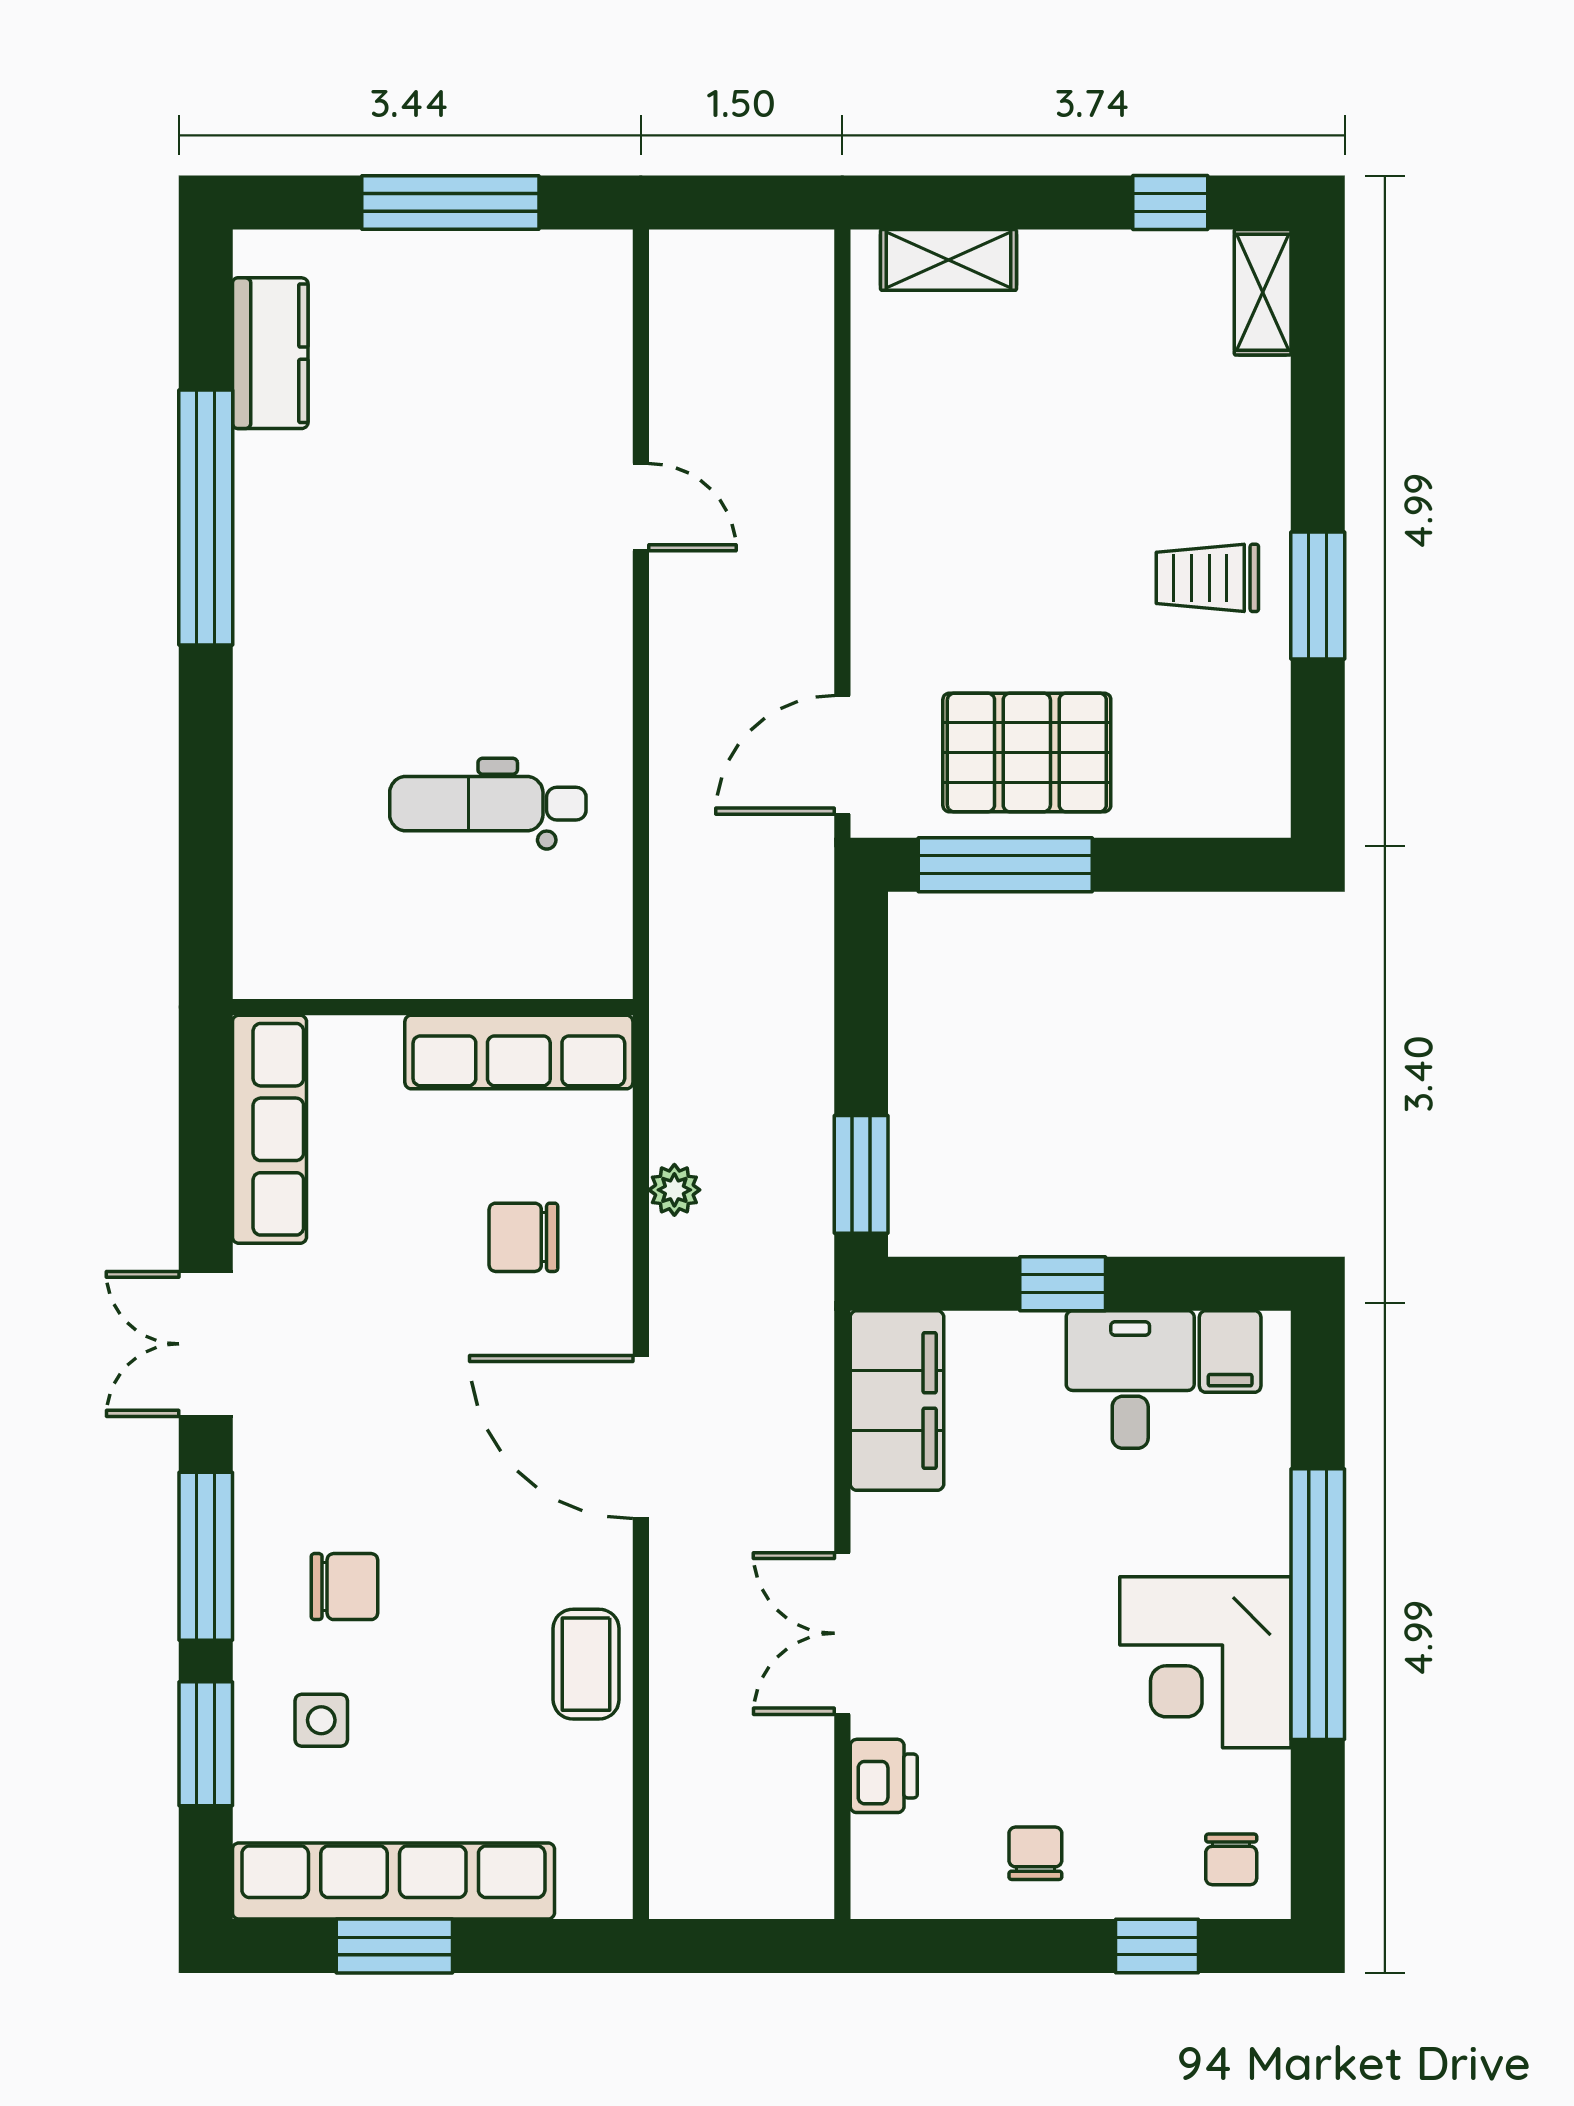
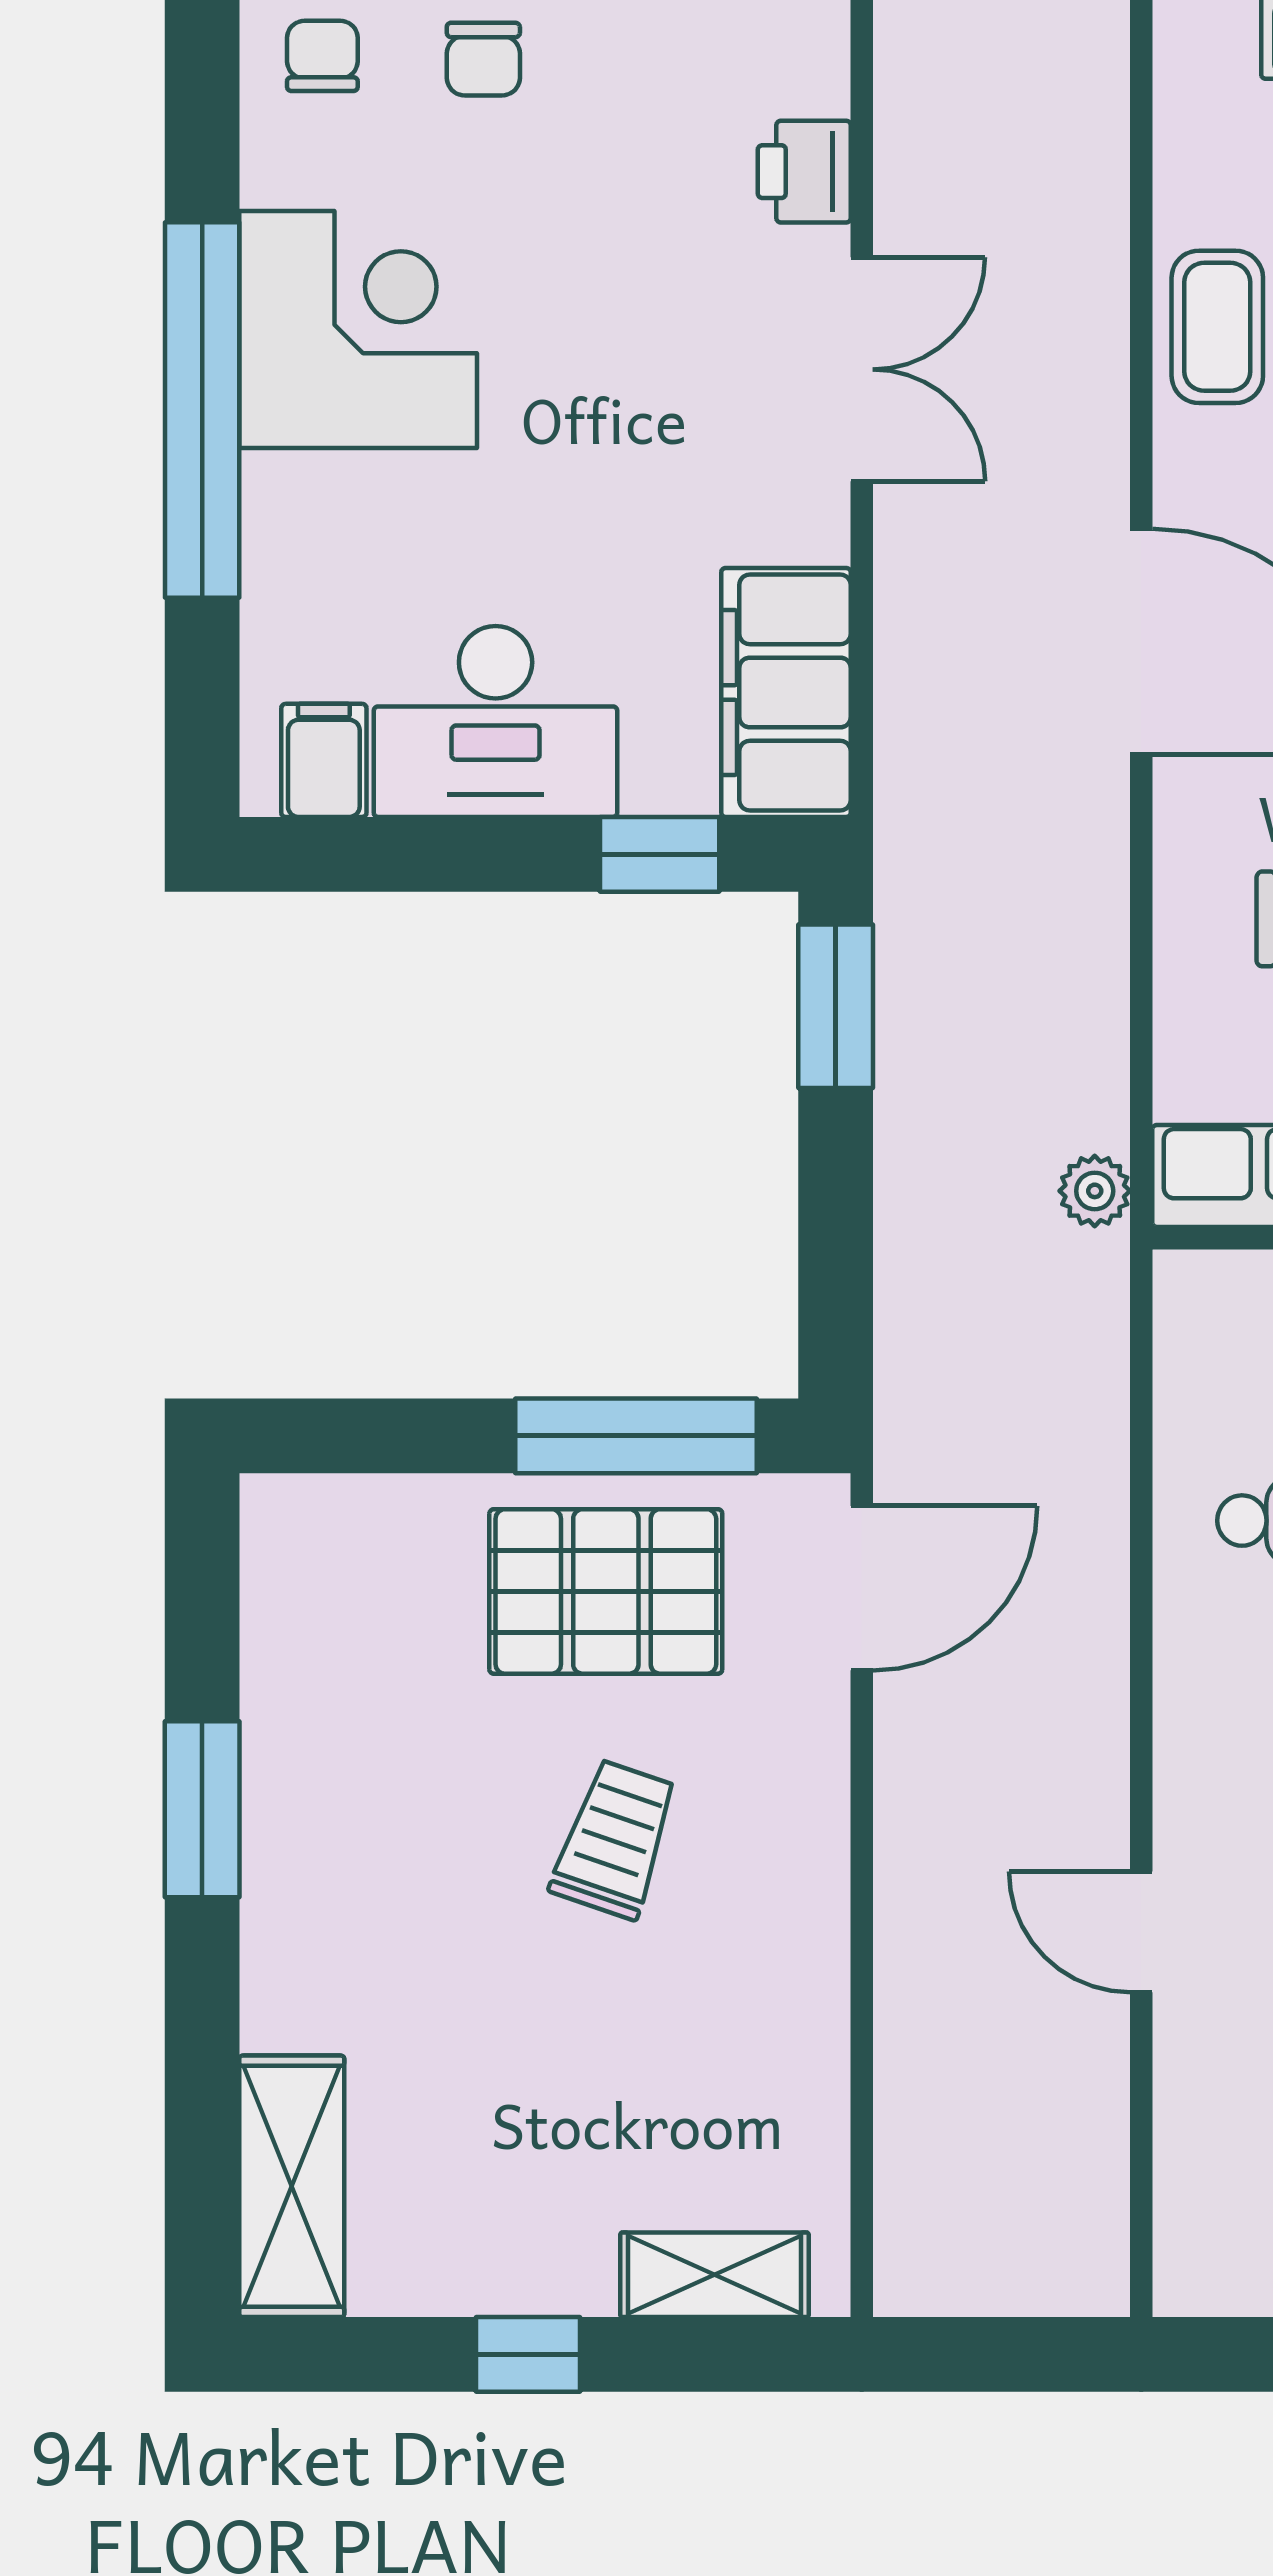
window: (1170, 202) -> (528, 2354), moved
shelving: (1263, 292) -> (292, 2186), width x1.50, depth x1.33
trolley: (1207, 578) -> (615, 1839), moved, turned -71
plant: (674, 1190) -> (1095, 1191), moved
window: (1063, 1284) -> (660, 854), moved
desk: (1130, 1380) -> (496, 722), width x1.37
chair: (1035, 1853) -> (483, 59), moved

